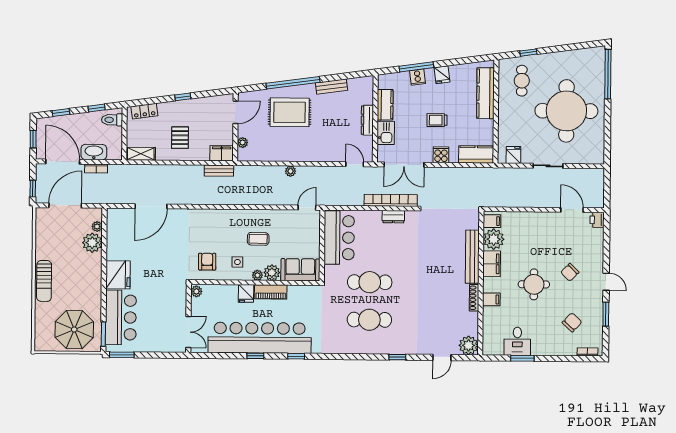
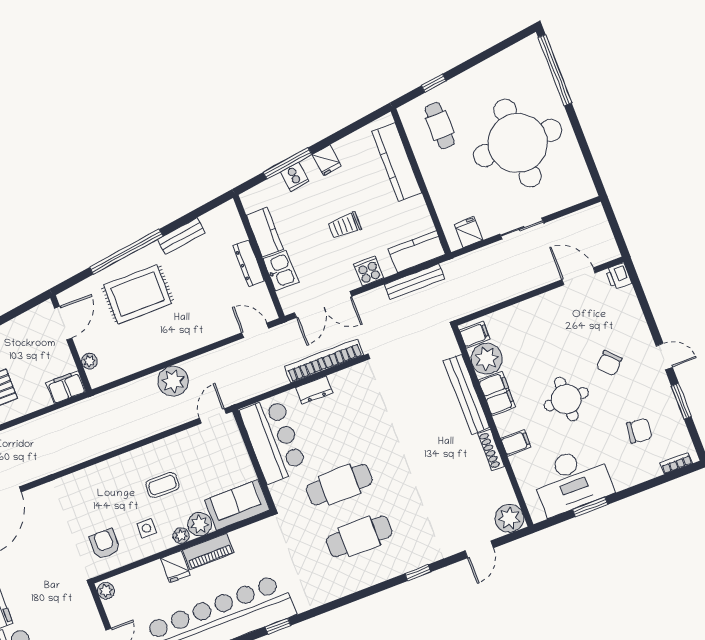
bench: (219, 171) -> (415, 282), moved, width x1.36
plant: (290, 171) -> (173, 381), width x1.87, depth x1.87
dresser: (393, 217) -> (314, 390), moved
chair: (572, 322) -> (639, 431), turned 54
desk: (517, 341) -> (572, 480), width x1.87, depth x1.30

